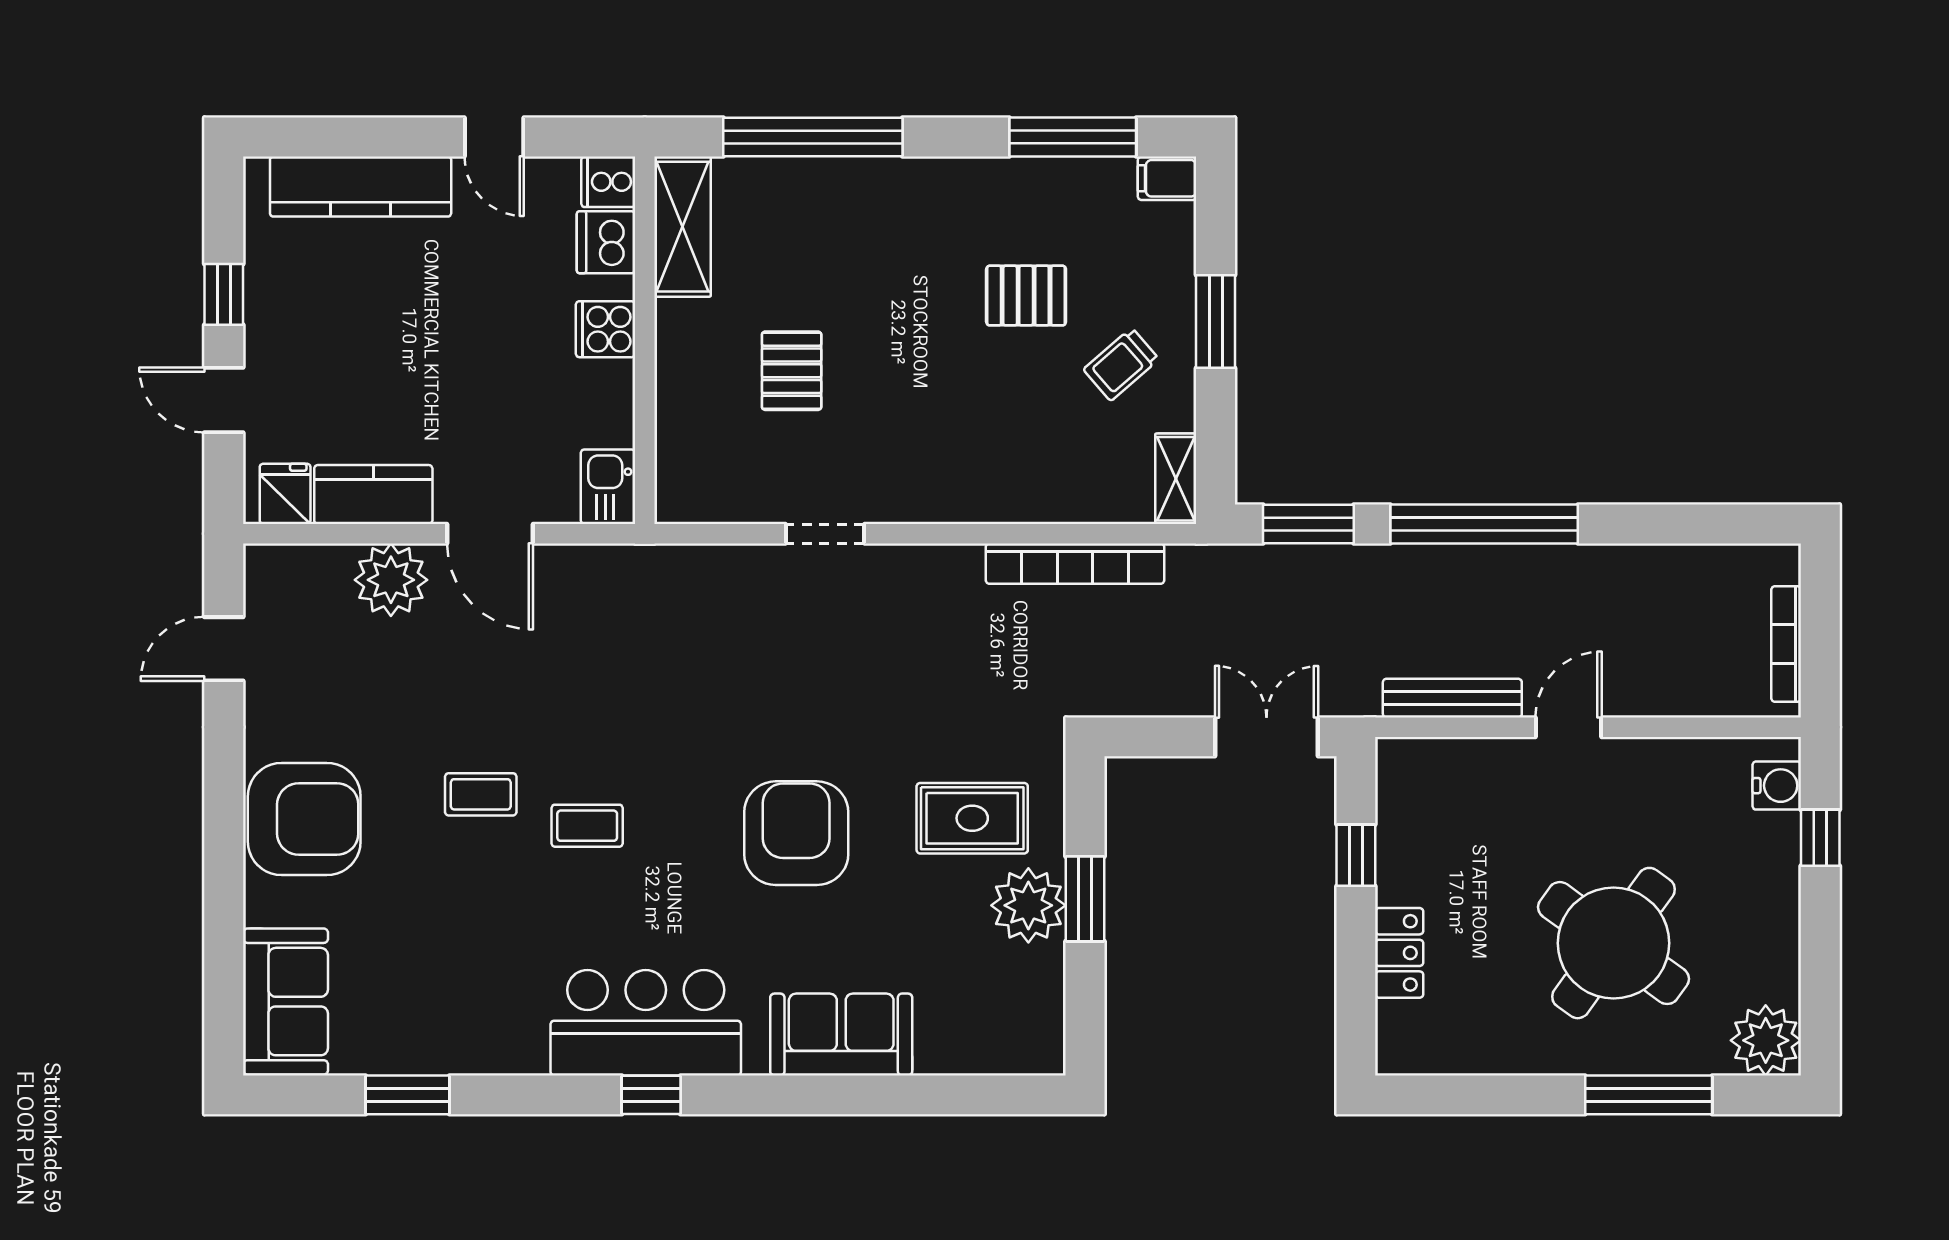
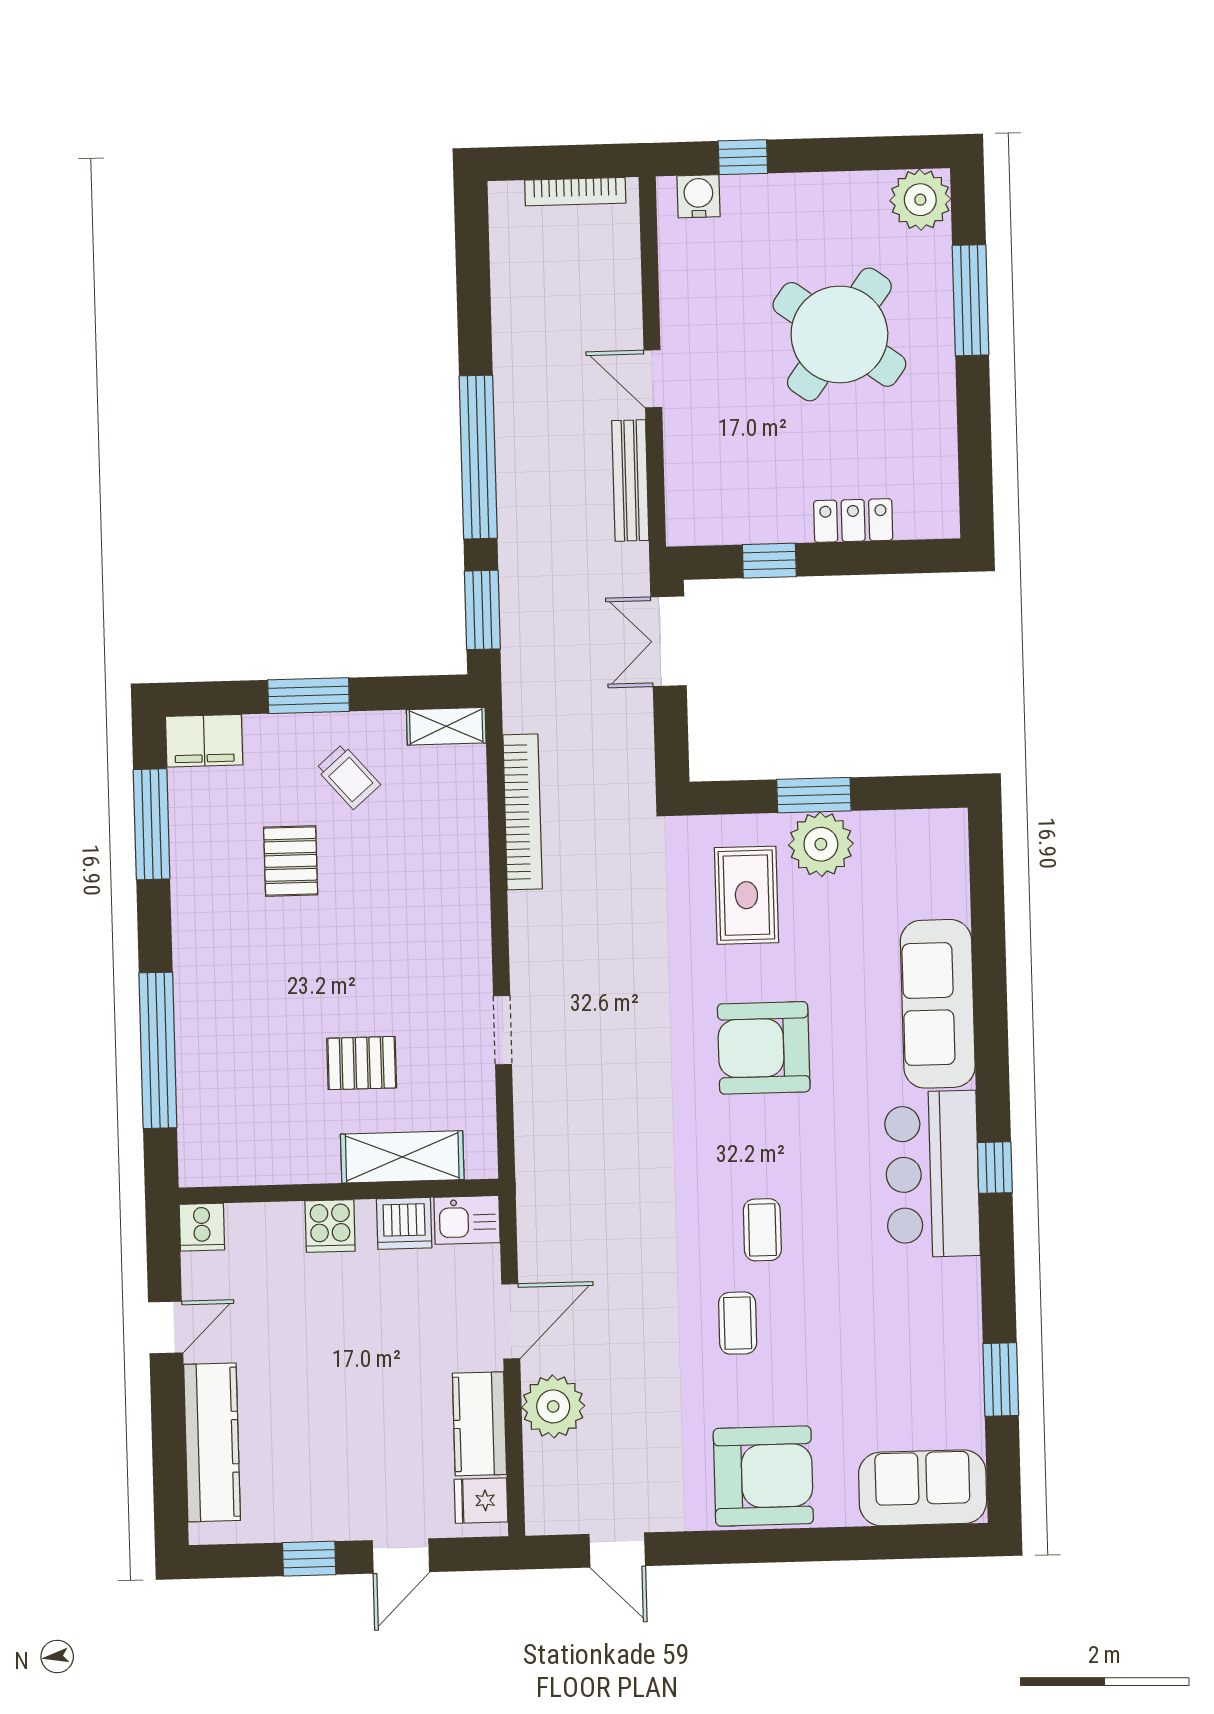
filing cabinet: (1167, 178) -> (204, 741), width x2.00
shelving: (683, 227) -> (402, 1157), moved
dishwasher: (606, 242) -> (404, 1223), moved
armchair: (304, 819) -> (763, 1476), turned 90
sofa: (841, 1034) -> (938, 1004), width x1.36

